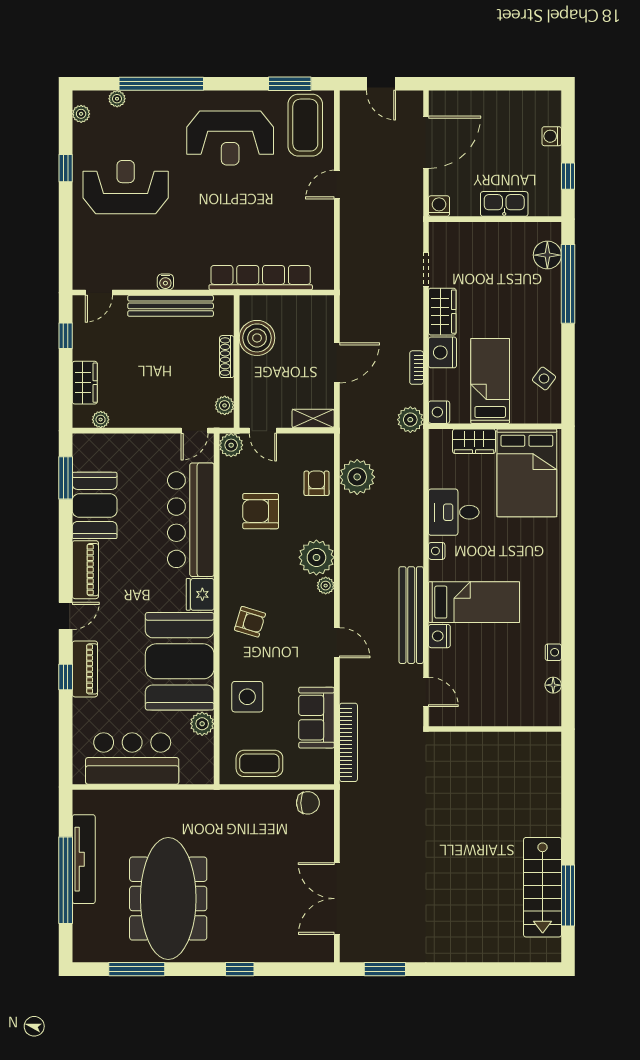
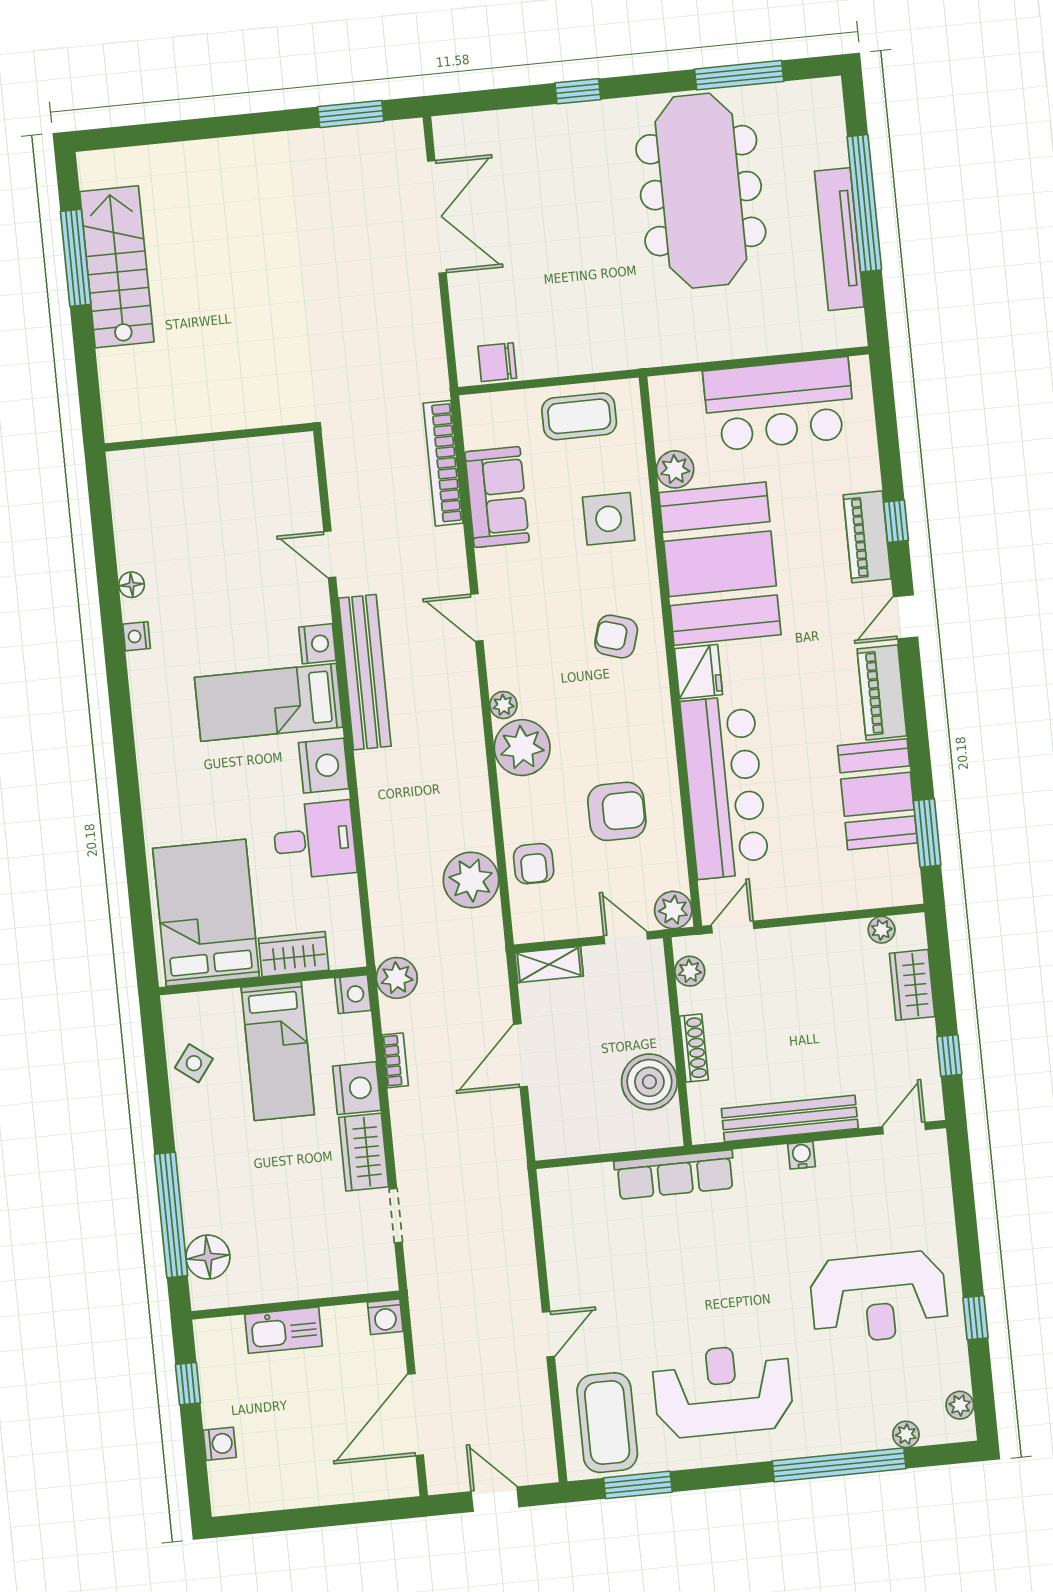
row of seats: (261, 278) -> (675, 1175), width x0.73
nightstand: (437, 551) -> (324, 766), width x1.89, depth x1.79
wall: (495, 729) -> (209, 437), moved

